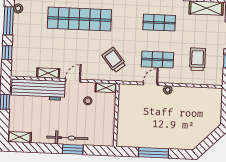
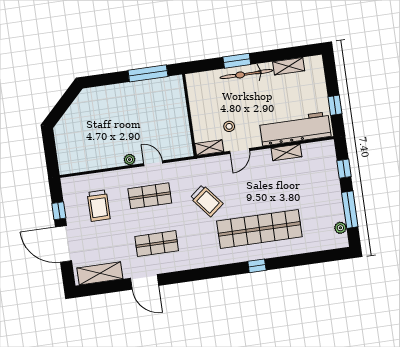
trolley: (114, 60) -> (207, 201), moved
door: (73, 80) -> (240, 151), moved
door: (150, 84) -> (153, 163), swing flipped
shelving: (20, 137) -> (289, 66), moved
window: (153, 153) -> (148, 73), moved

